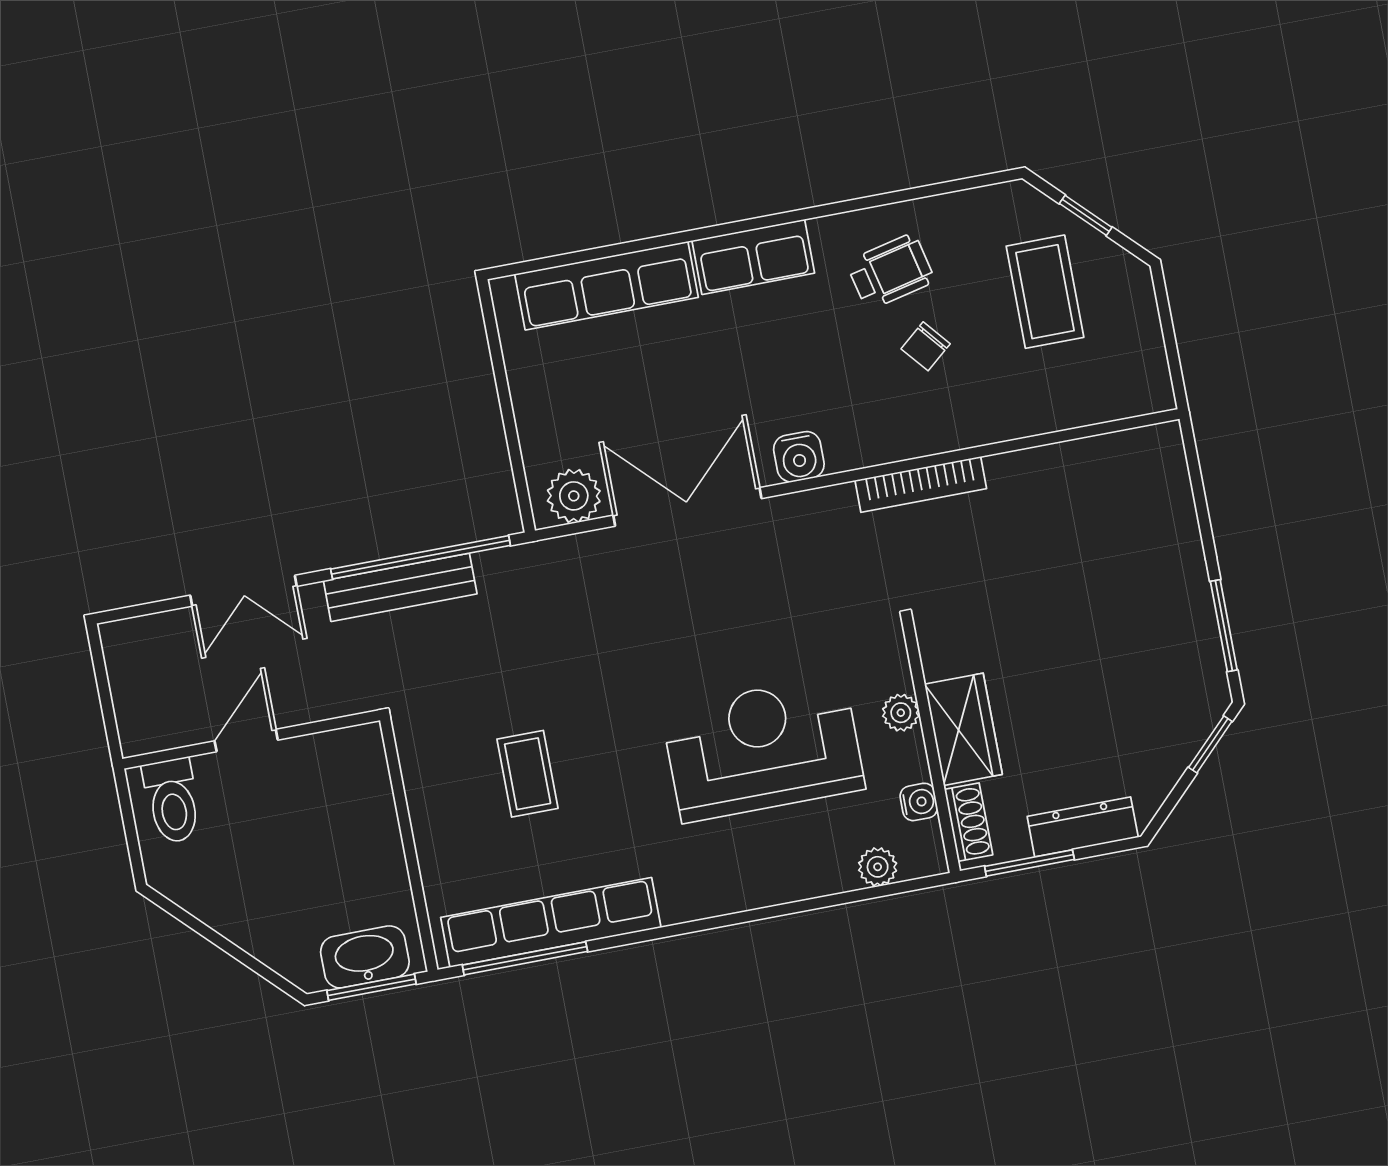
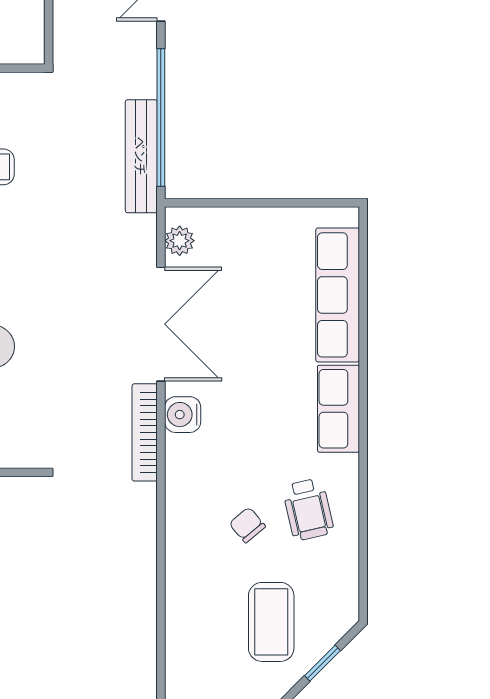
coffee table: (1045, 292) -> (271, 622), turned 90
bookcase: (921, 484) -> (145, 432), moved
plant: (574, 496) -> (180, 241), width x0.73, depth x0.73
bench: (400, 587) -> (141, 156), moved

